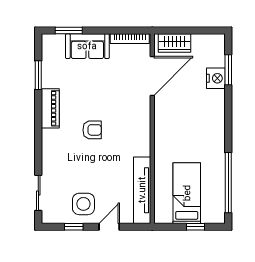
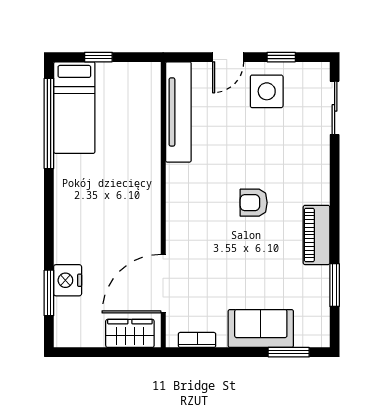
bookcase: (130, 39) -> (197, 340), width x0.64
bed: (187, 193) -> (74, 108), moved

